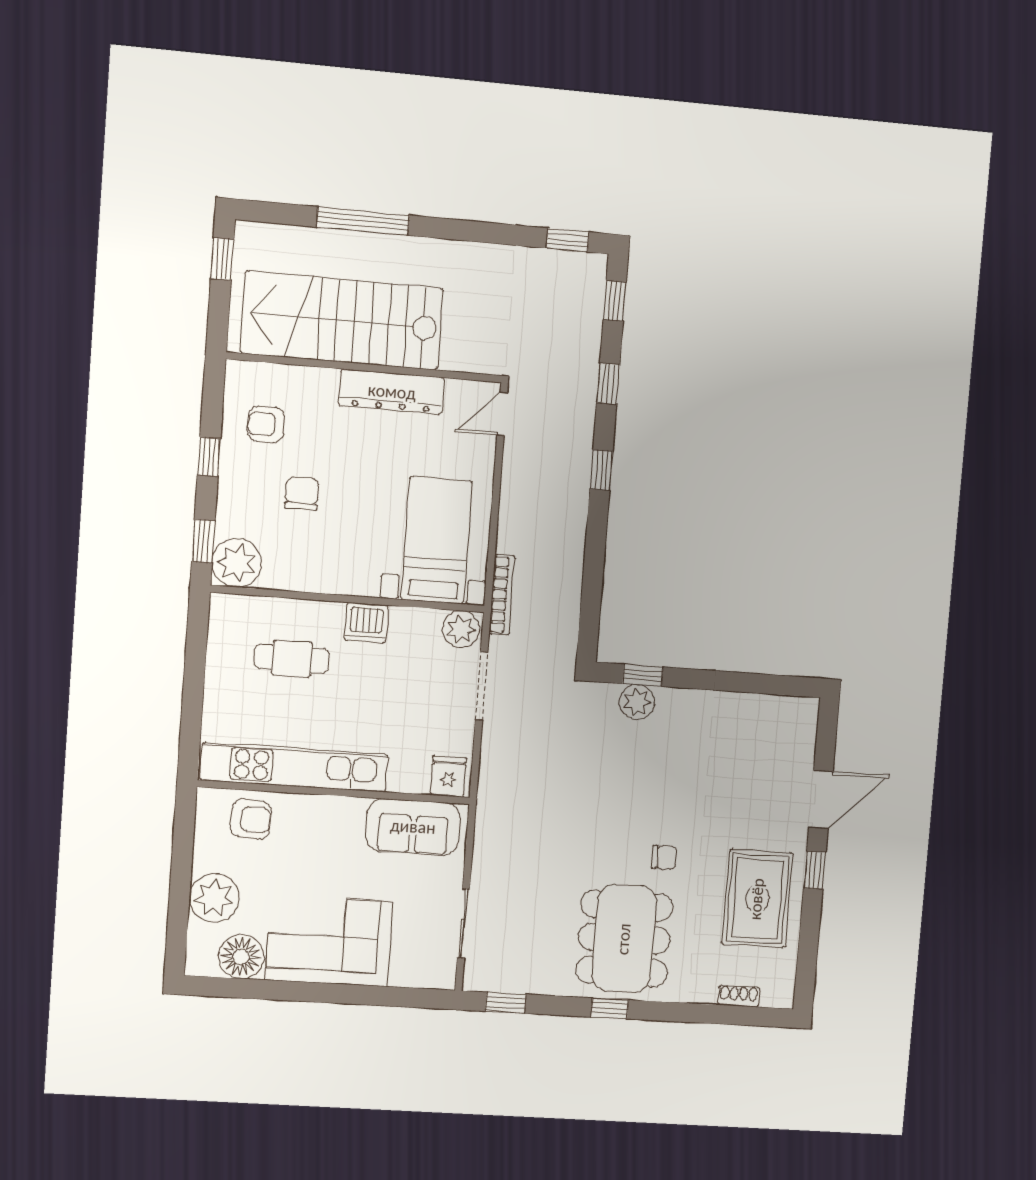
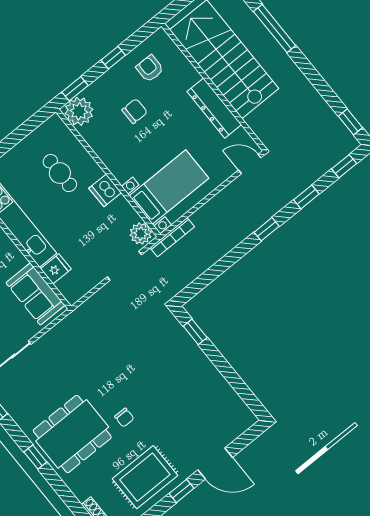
plant: (637, 702) -> (181, 340), removed
fridge: (448, 776) -> (56, 269), moved

